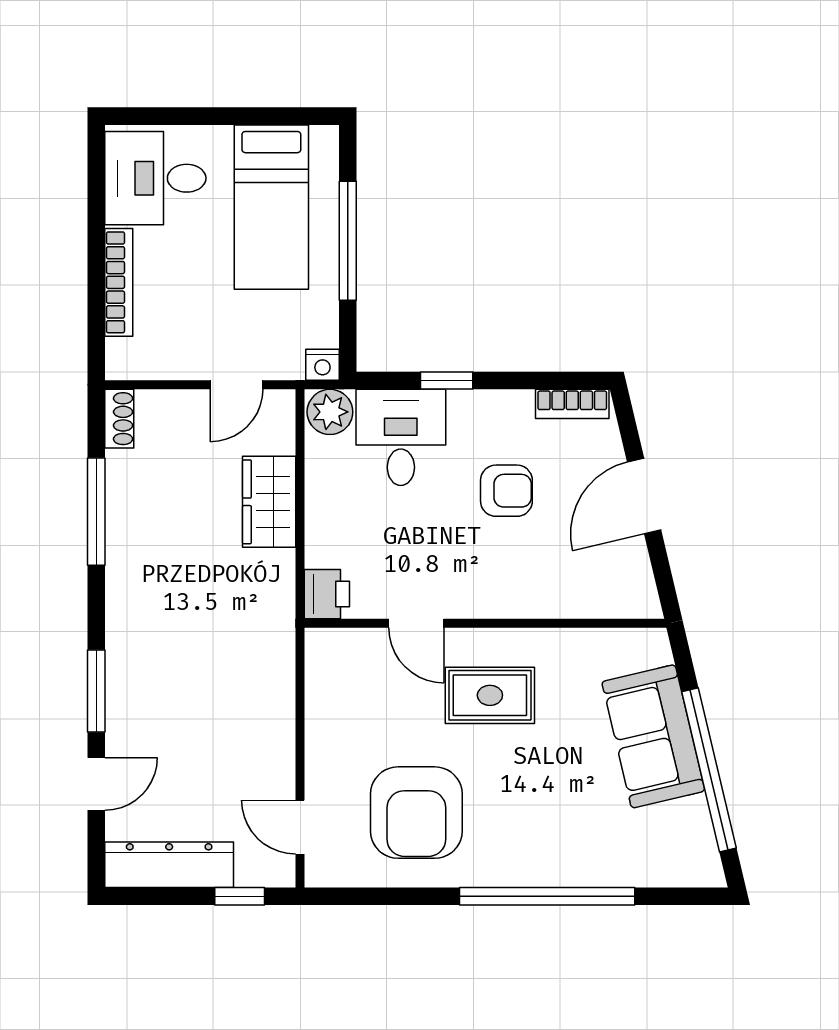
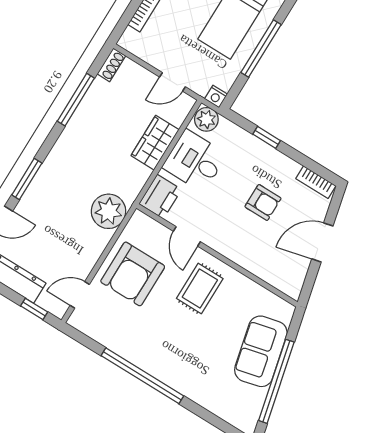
desk: (401, 437) -> (195, 161), moved, turned -90
printer: (327, 594) -> (160, 197), width x1.36, depth x1.24
plant: (263, 661) -> (108, 211), added
rug: (490, 695) -> (200, 288), turned 90
armchair: (416, 813) -> (133, 274), moved
door: (300, 827) -> (80, 295), hinge flipped
window: (547, 896) -> (142, 376), moved

